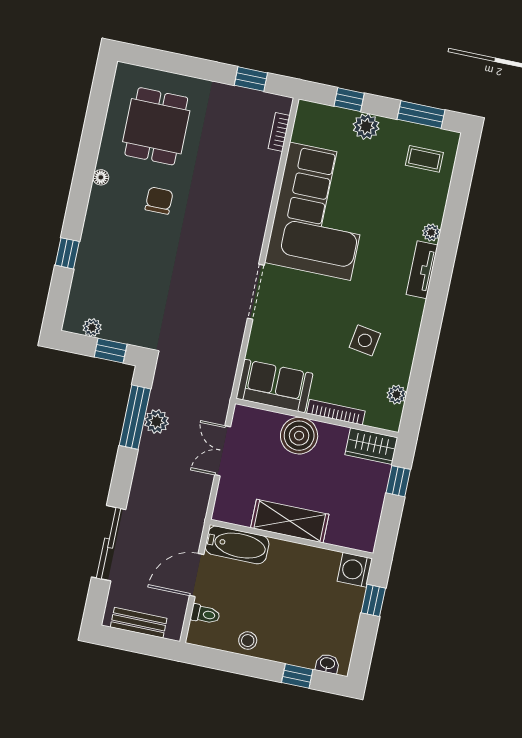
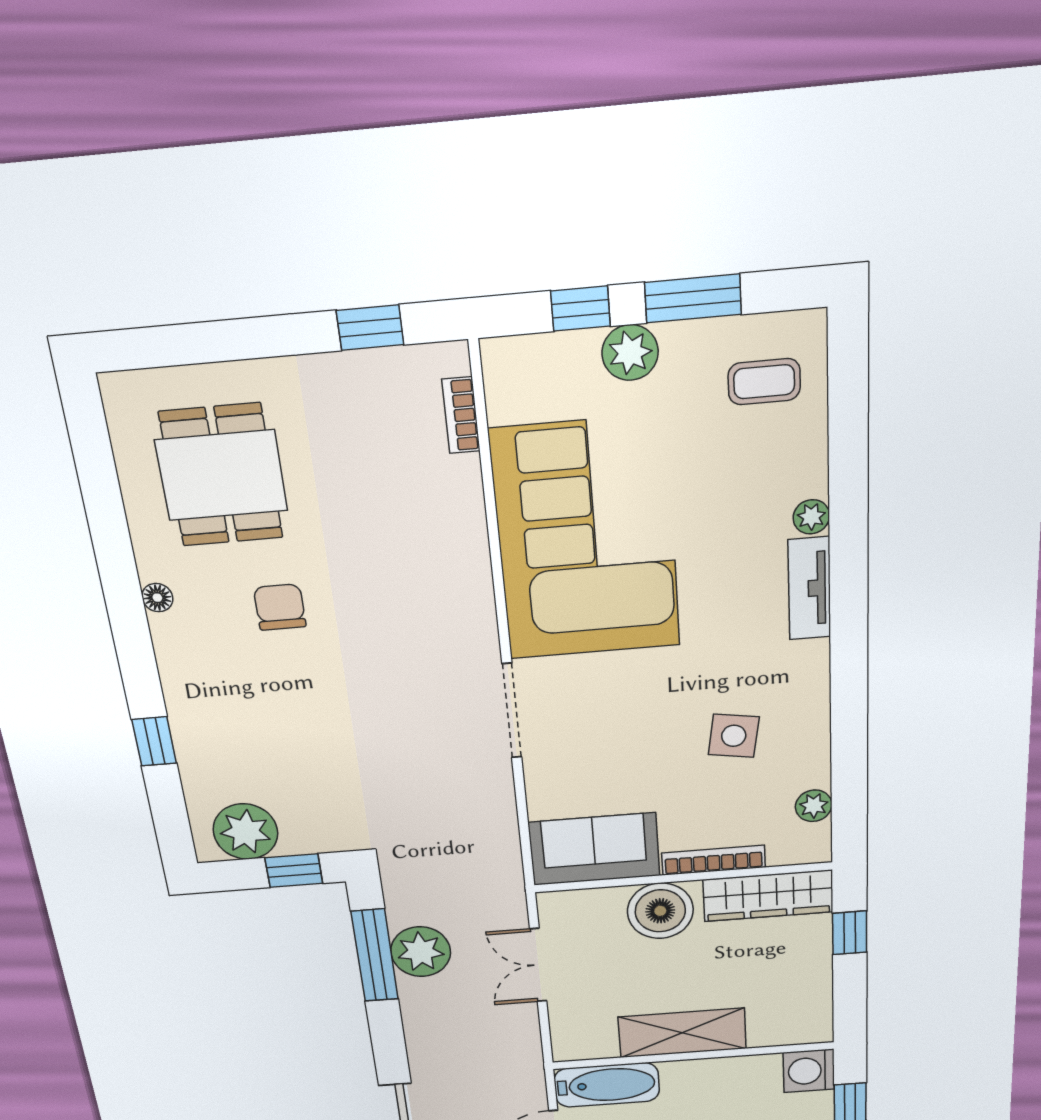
window: (421, 115) -> (693, 298), moved
plant: (92, 328) -> (245, 832), width x1.88, depth x1.88
plant: (156, 421) -> (421, 952), width x1.36, depth x1.36
wardrobe: (371, 446) -> (768, 896), width x1.50

